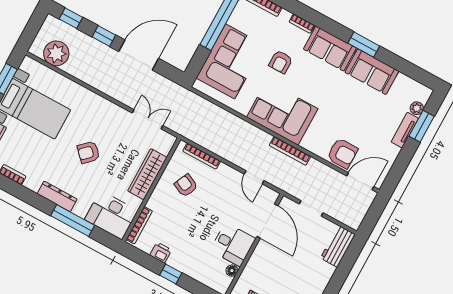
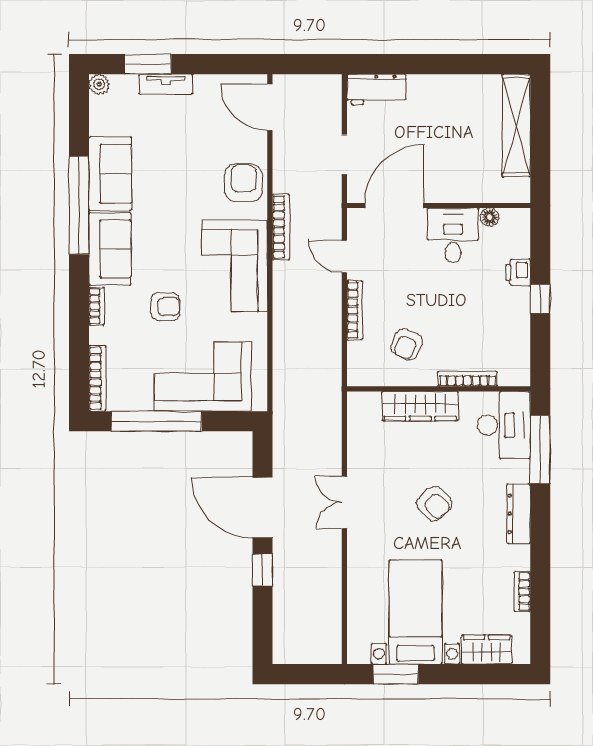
window: (71, 18) -> (262, 629), removed
window: (364, 45) -> (79, 205), width x2.11
plant: (56, 53) -> (322, 622), removed
plant: (417, 108) -> (99, 84), moved
double door: (148, 119) -> (344, 502), moved
armchair: (342, 153) -> (243, 183), moved
bookcase: (202, 156) -> (354, 310), moved
door: (254, 177) -> (344, 257), swing flipped
window: (73, 221) -> (540, 449), moved
bookcase: (139, 225) -> (468, 379), moved
printer: (161, 252) -> (518, 272), moved

